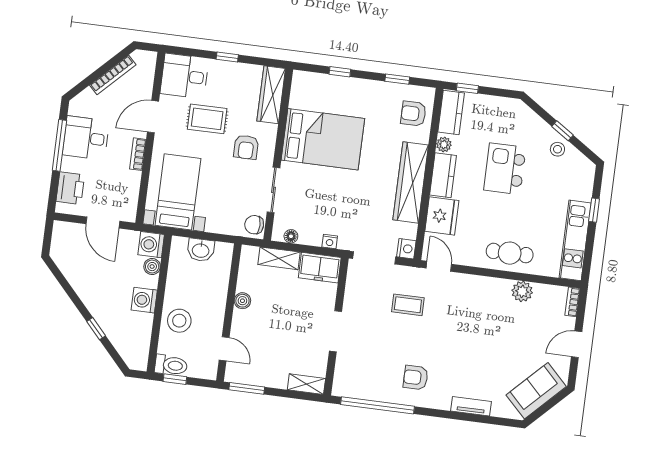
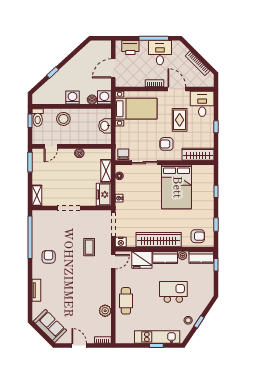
armchair: (413, 114) -> (198, 236), turned 90
kitchen unit: (575, 240) -> (157, 337), moved

